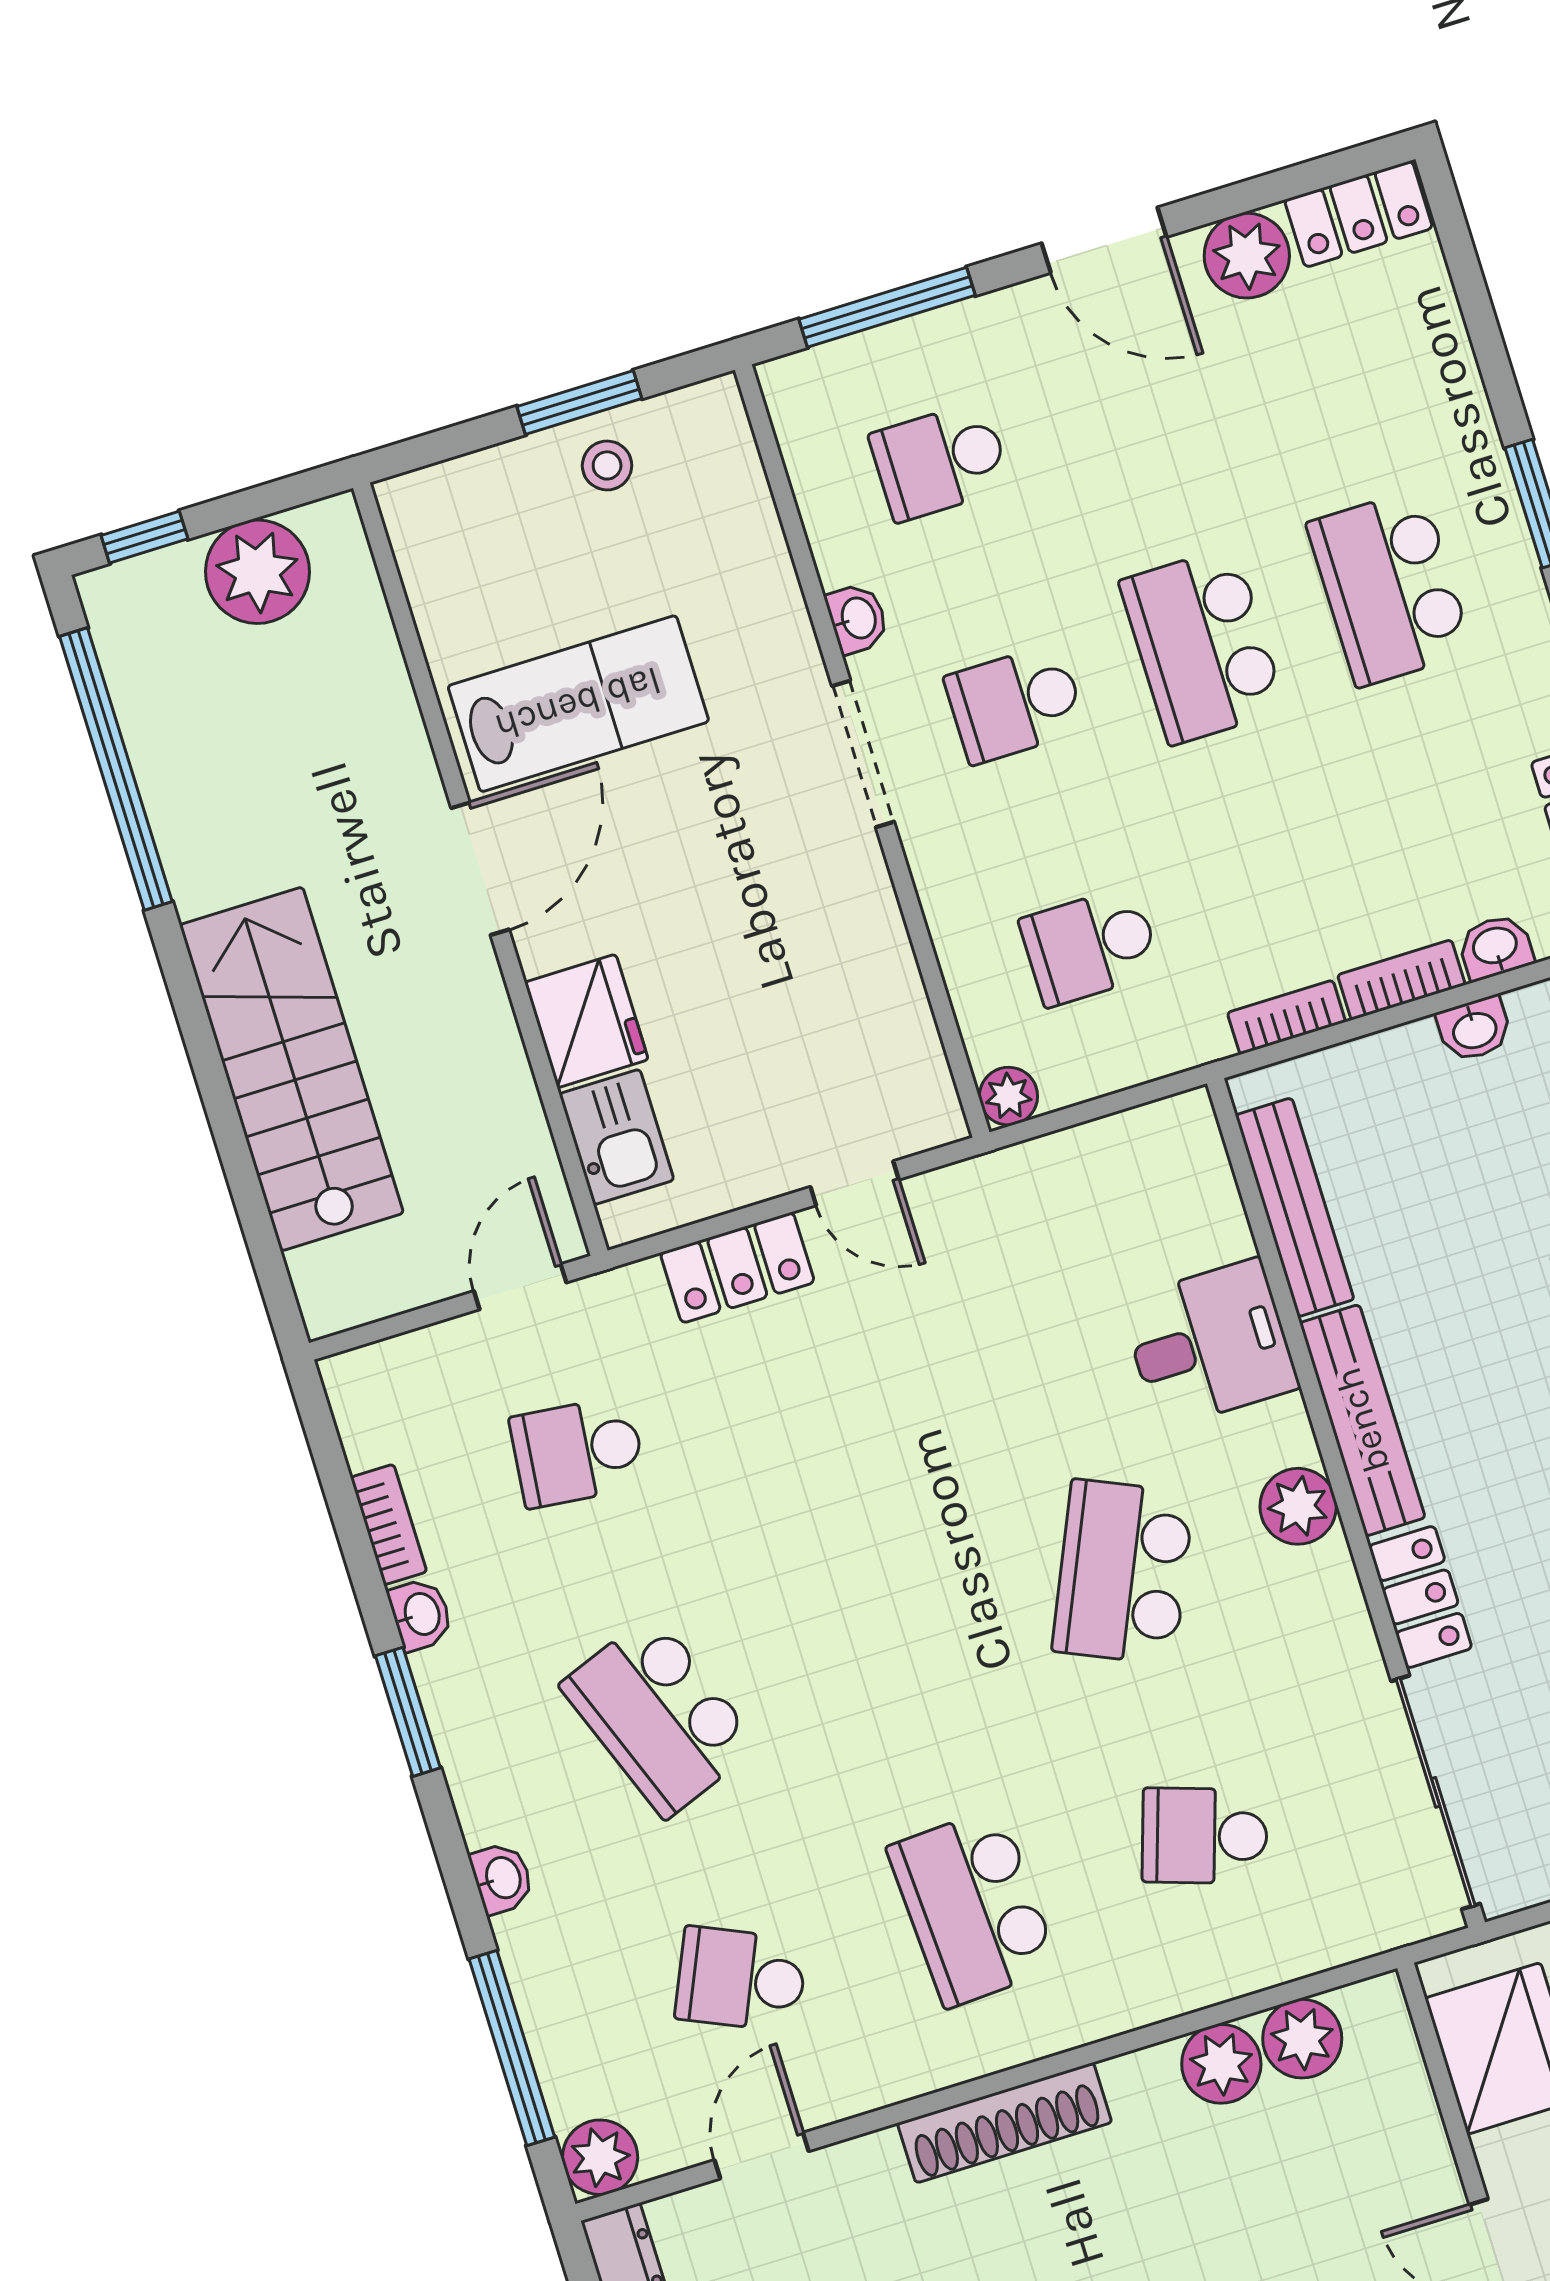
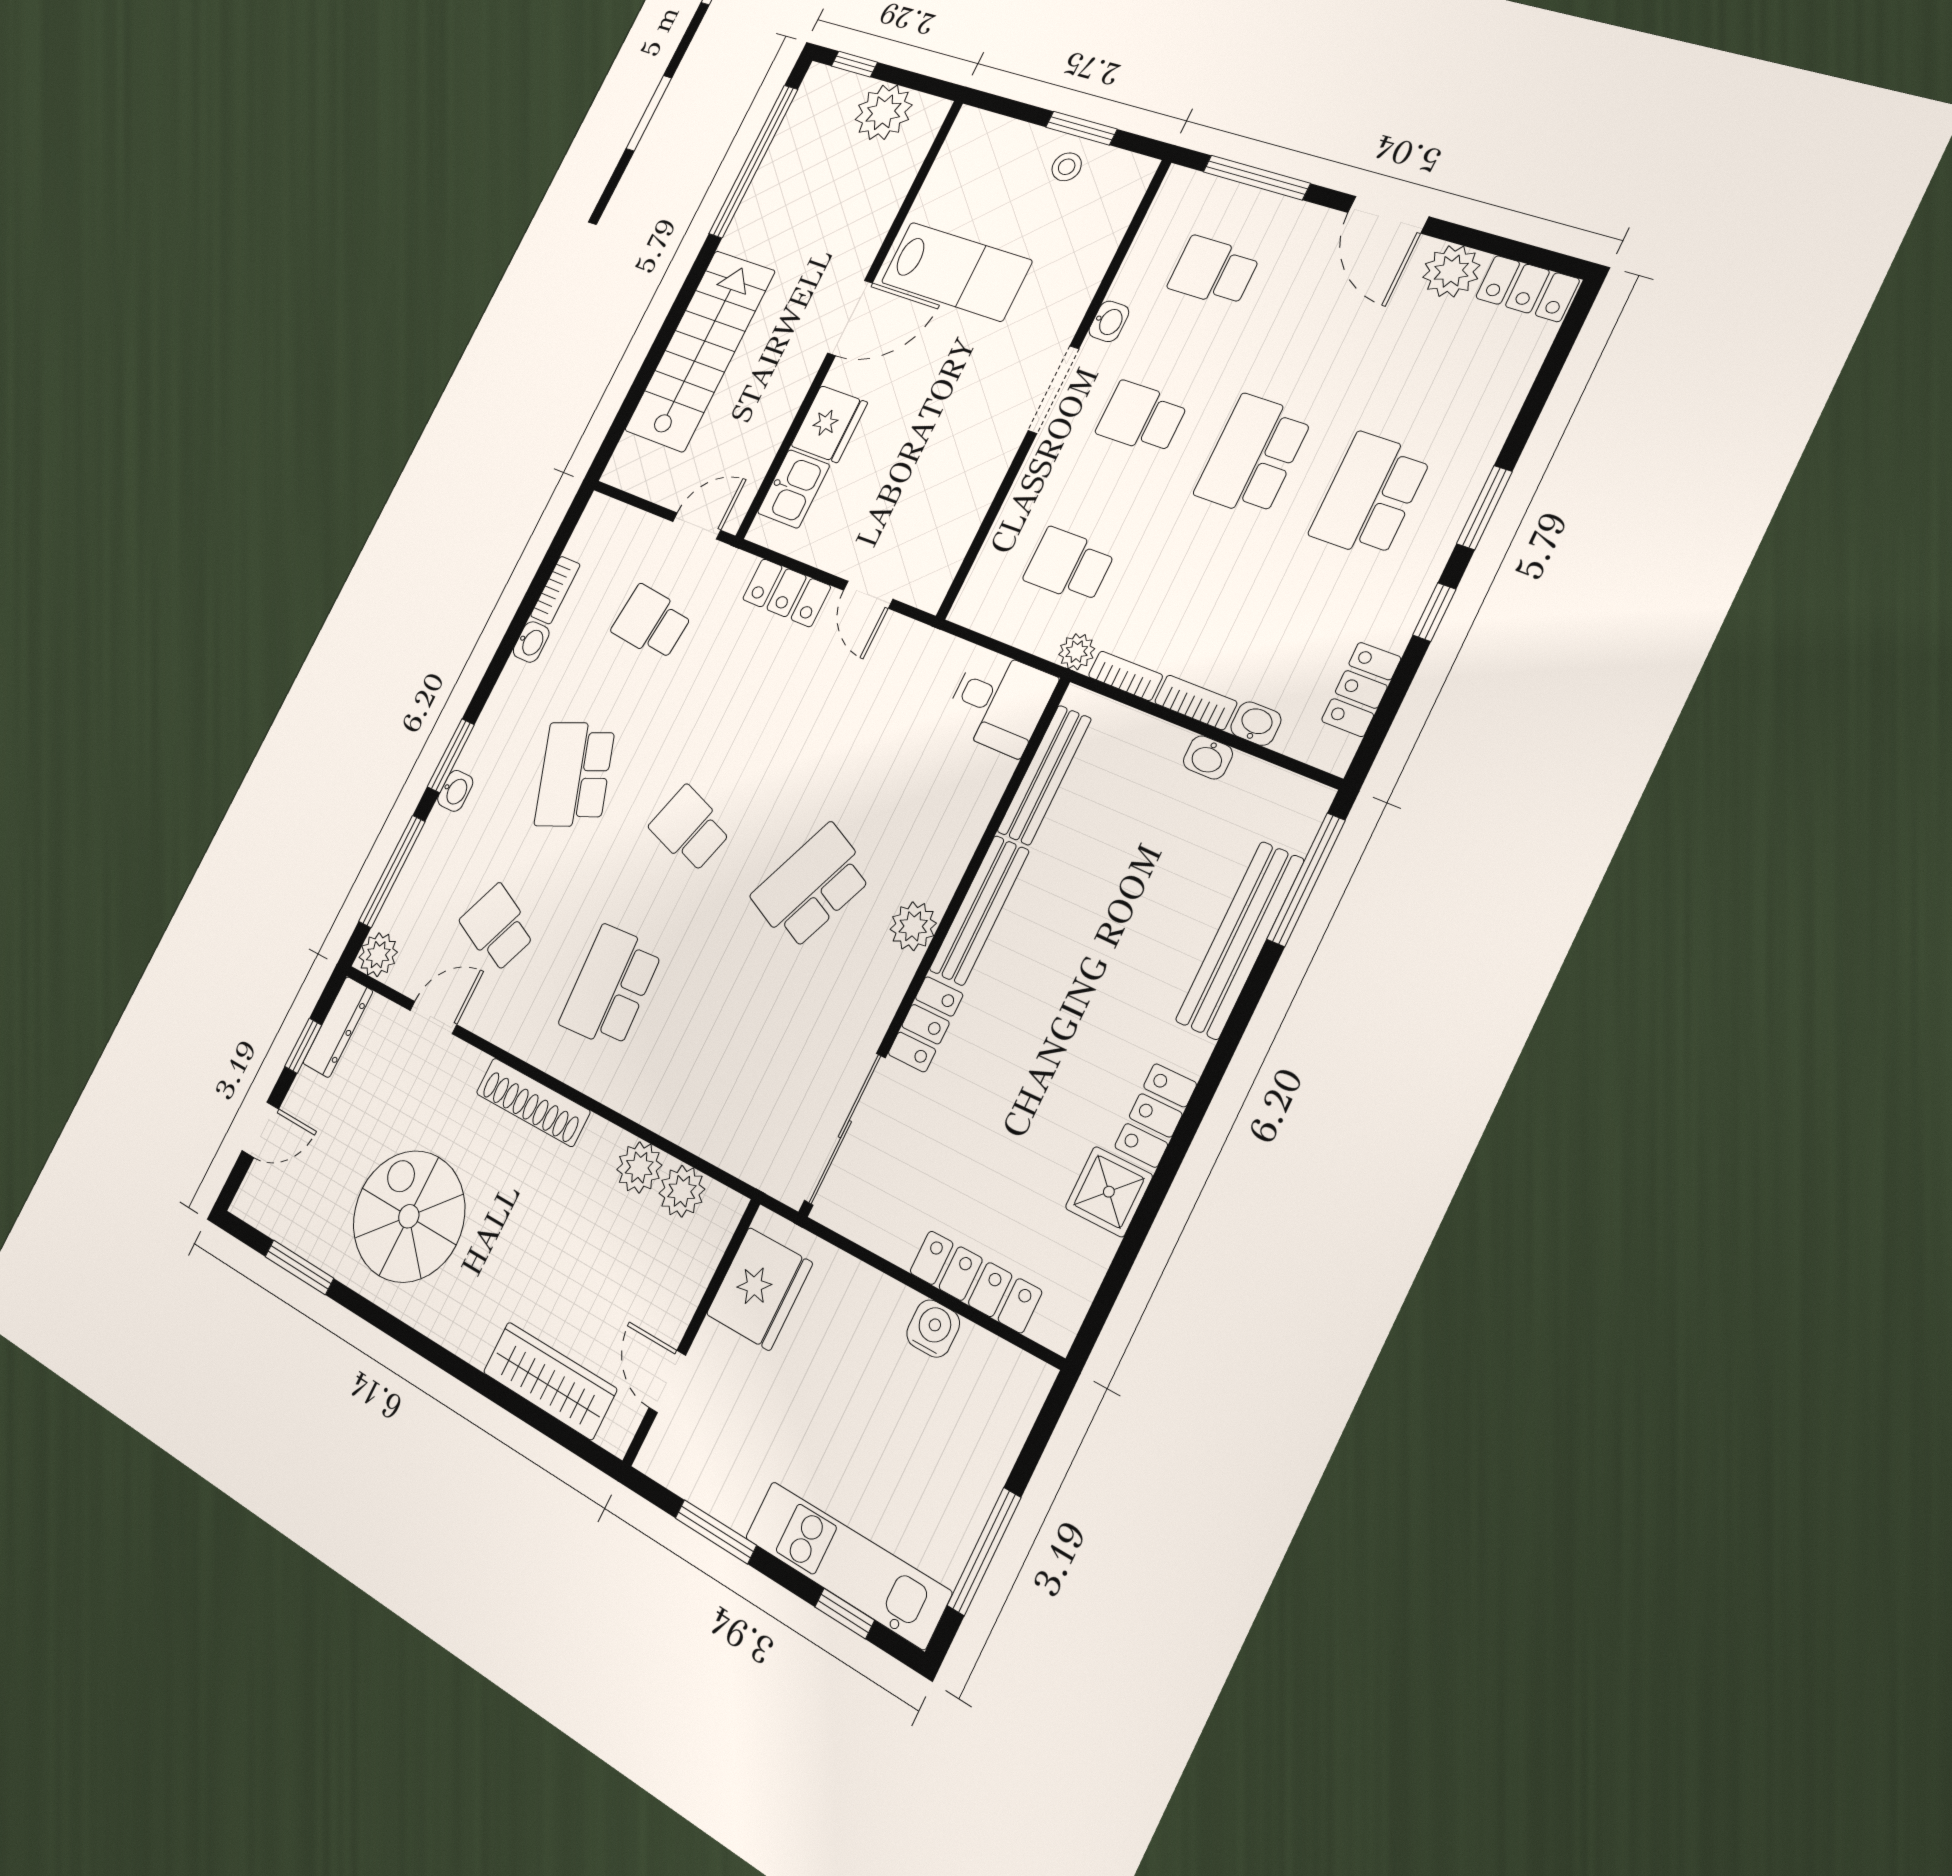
plant: (1008, 1096) -> (1077, 652), moved
desk: (1209, 1344) -> (999, 702), moved
window: (408, 1712) -> (451, 756), moved
school desk: (1205, 1836) -> (690, 829), moved

